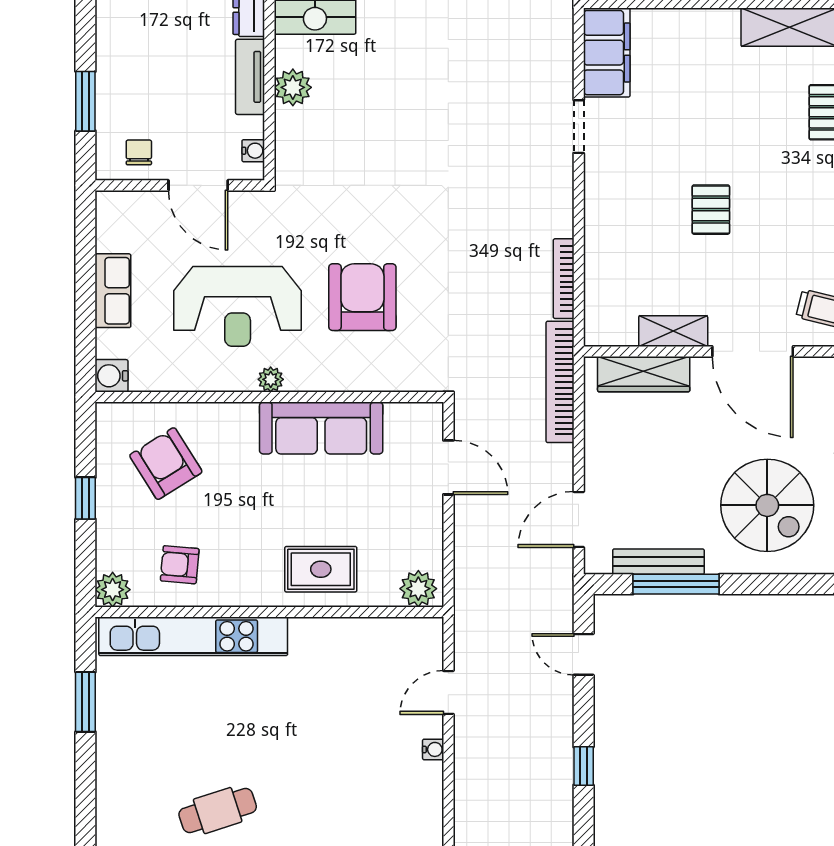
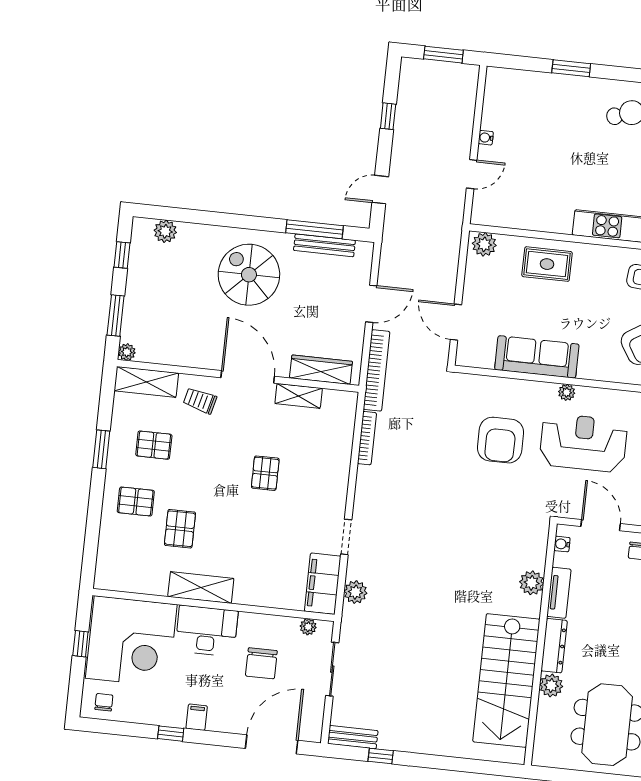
plant: (556, 45) -> (355, 592), added
door: (579, 520) -> (371, 304), moved
door: (584, 654) -> (380, 190), swing flipped

